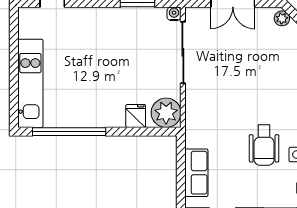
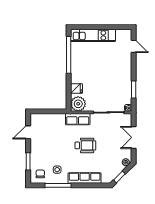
wheelchair: (264, 145) -> (85, 145), moved, turned 180
row of seats: (196, 173) -> (78, 119), moved

